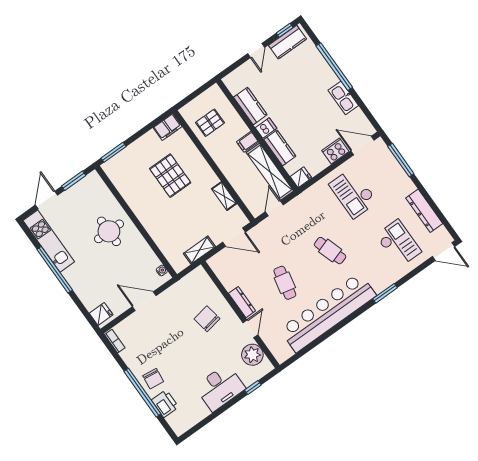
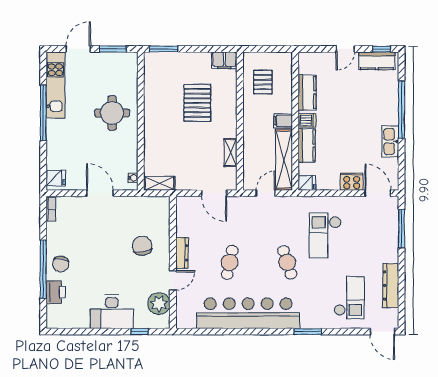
pallet: (210, 123) -> (263, 82), turned 90
checkout: (353, 193) -> (325, 235), moved
shelving: (199, 250) -> (159, 183), moved

